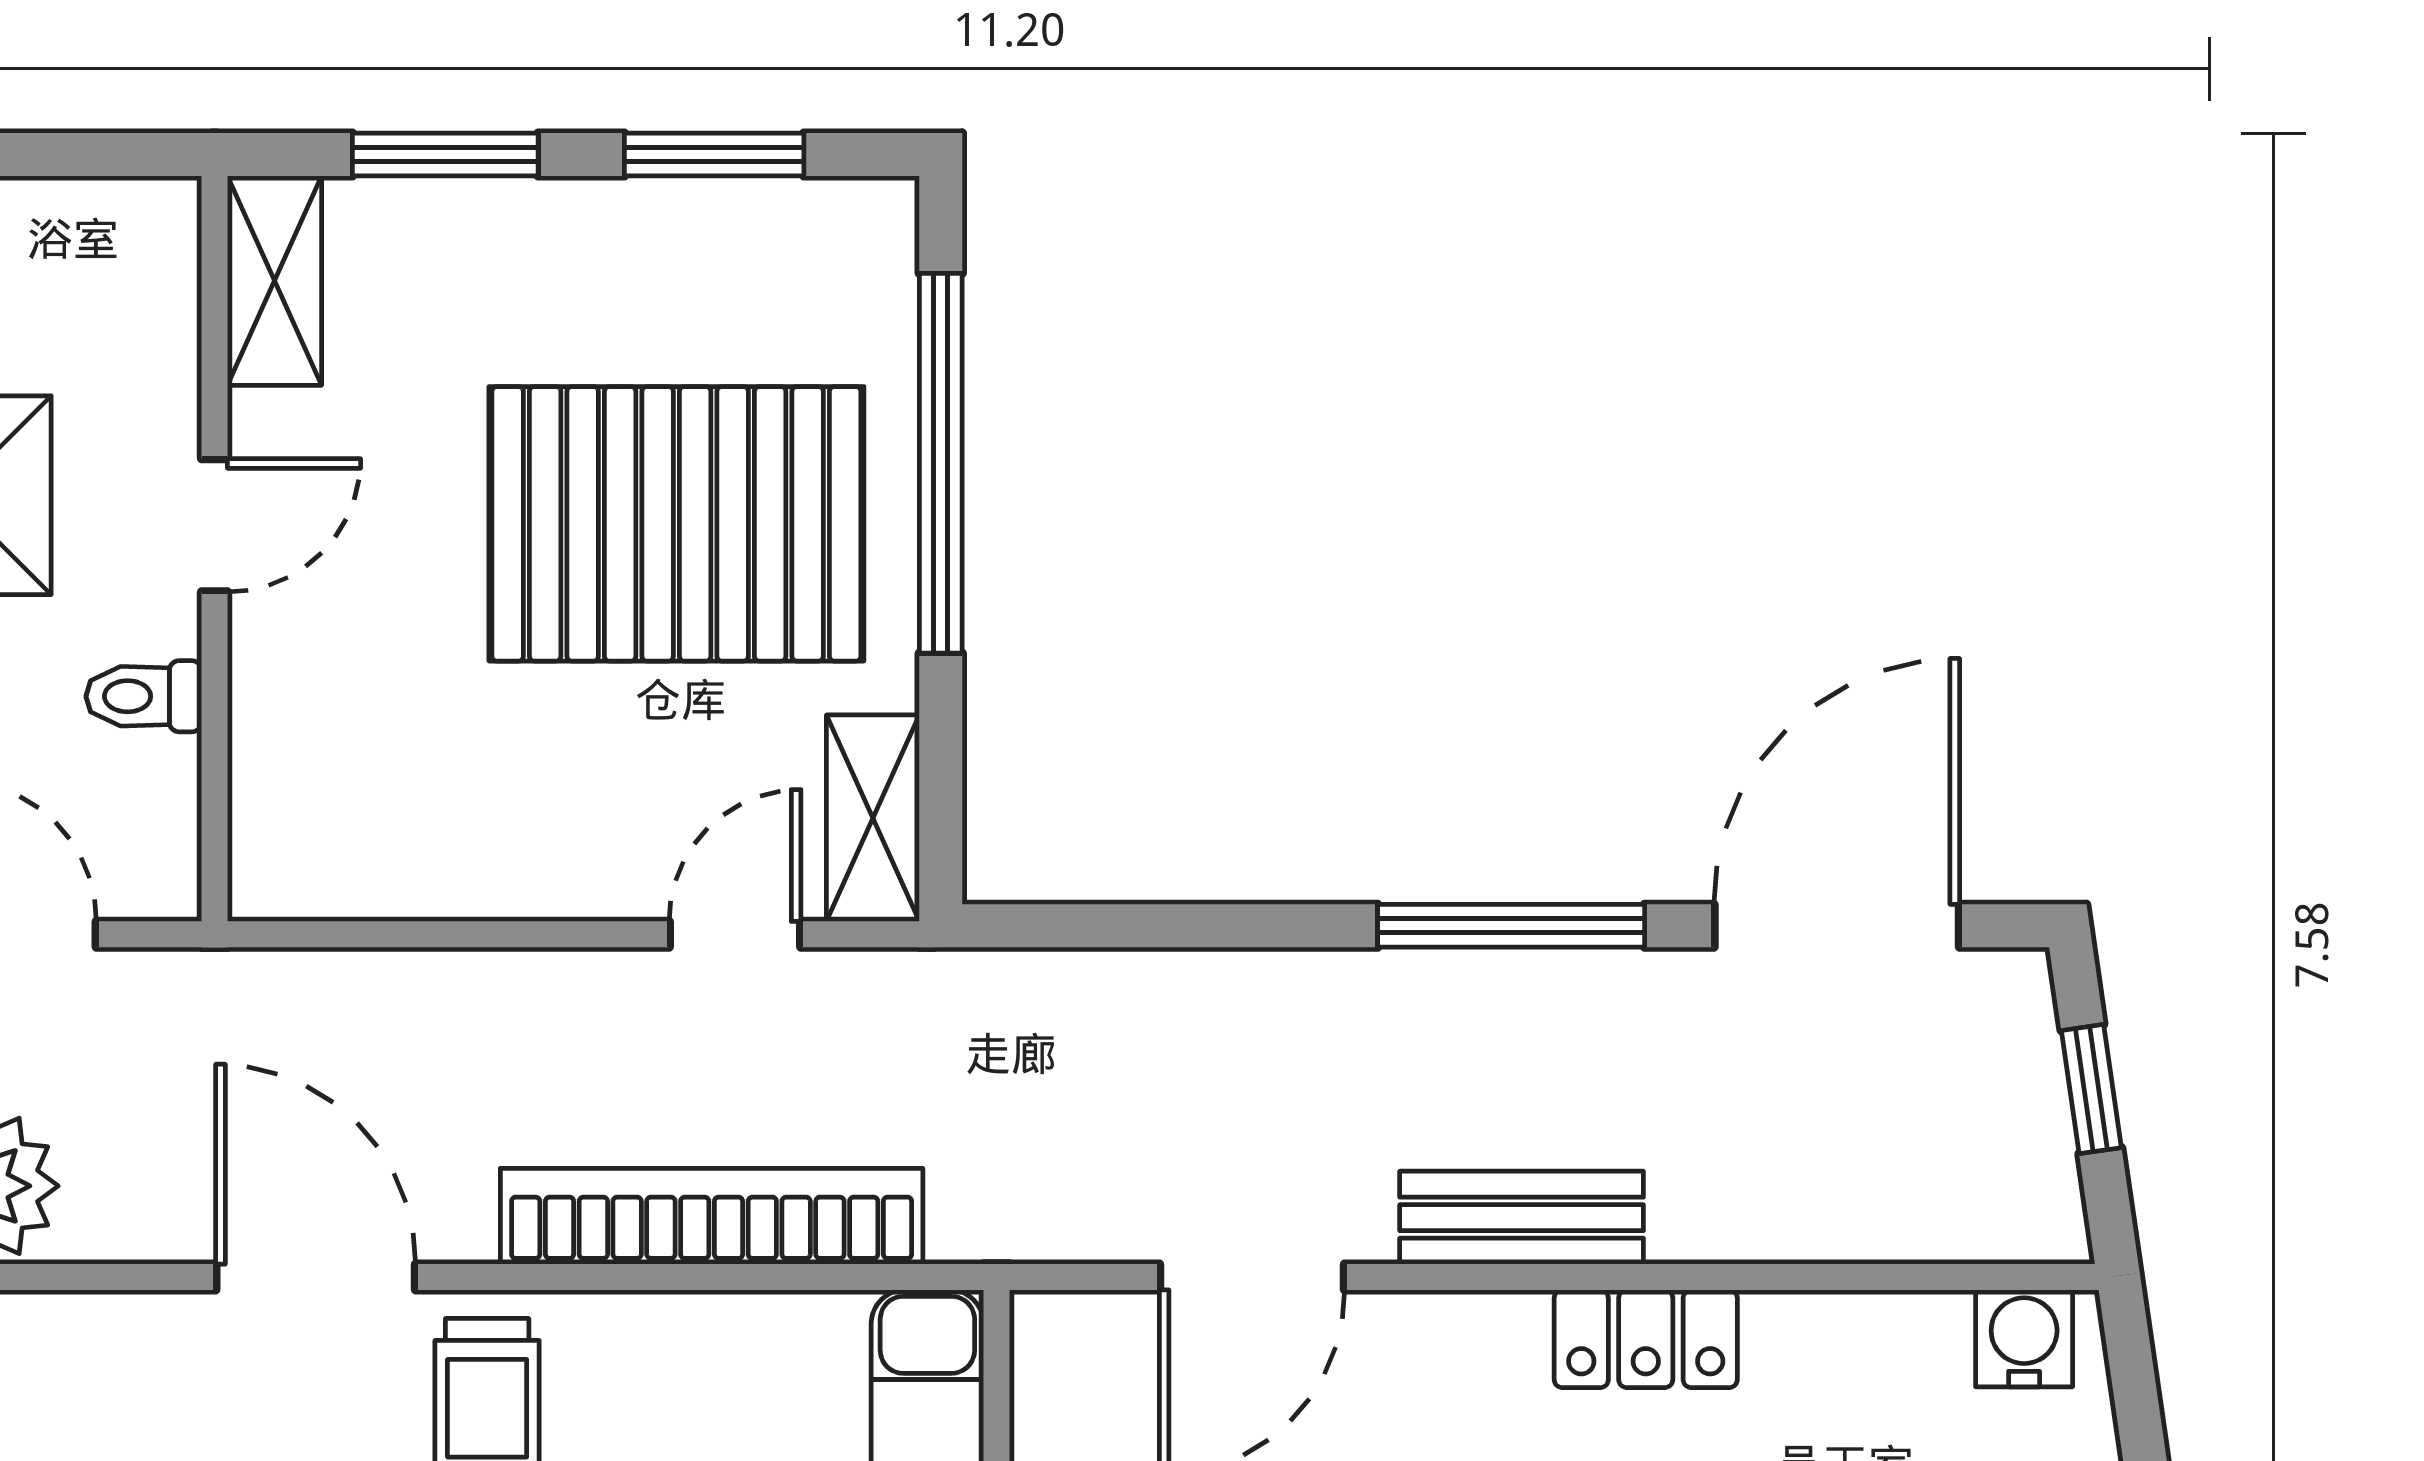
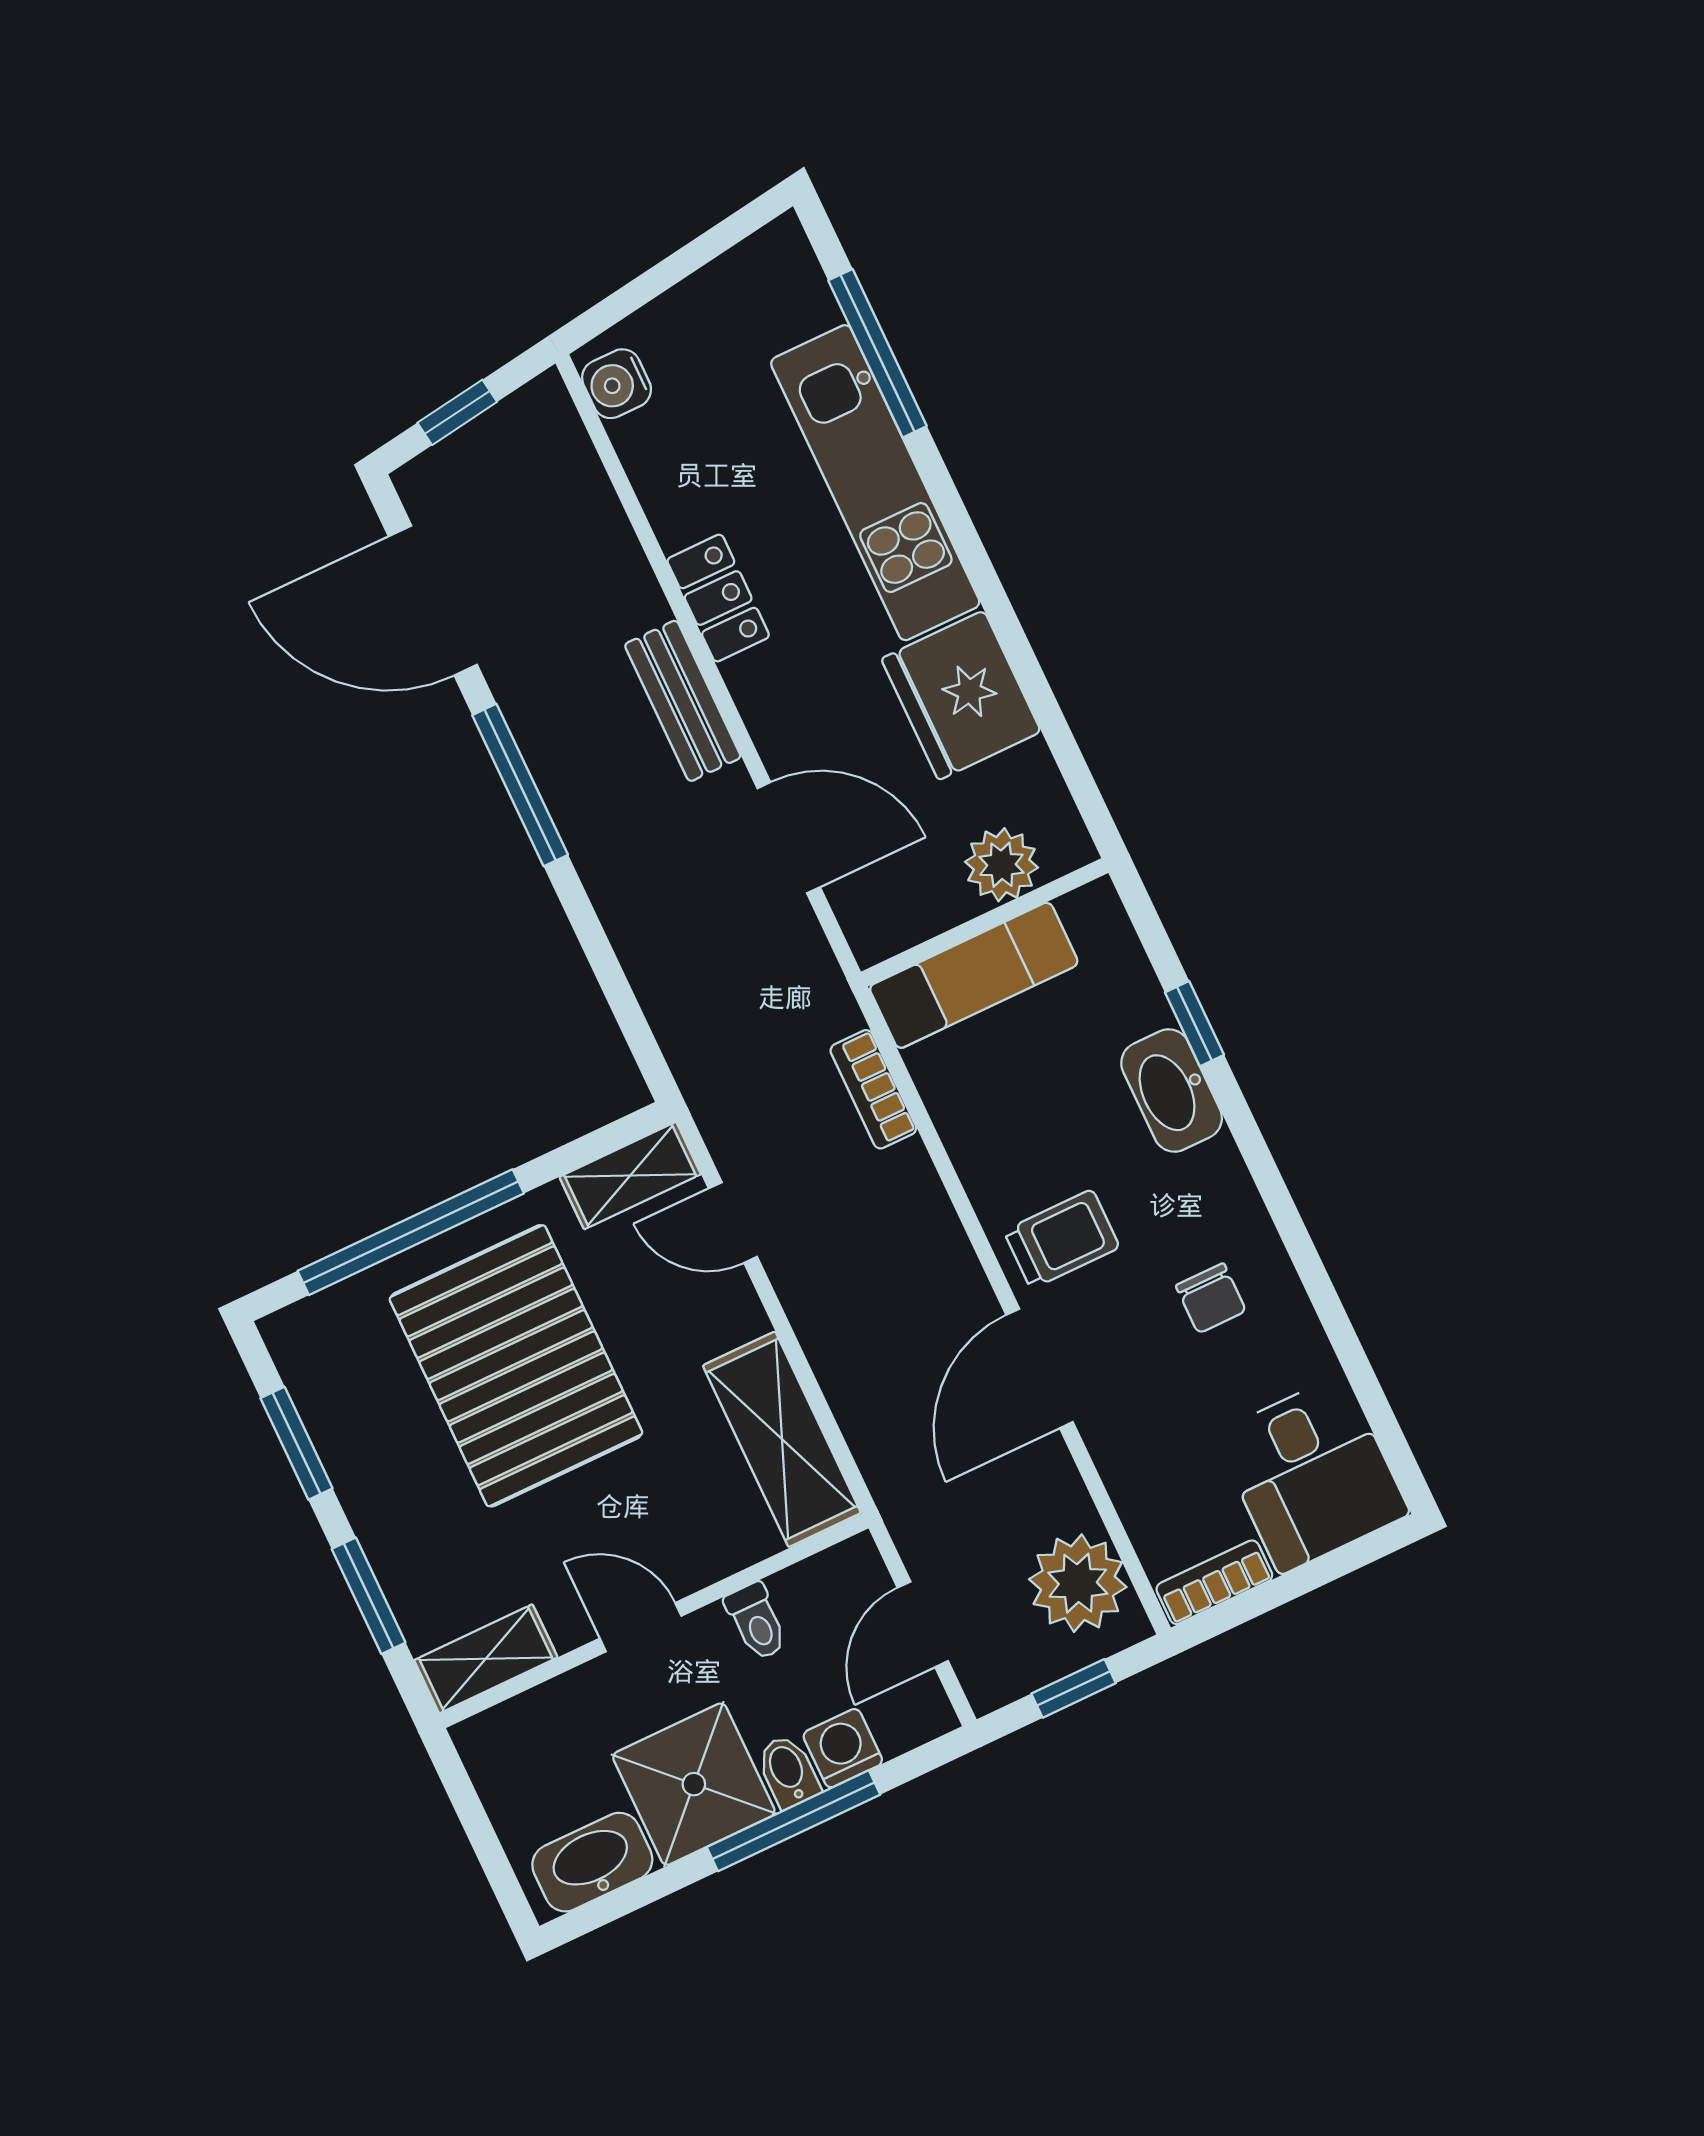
shelving: (389, 857) -> (782, 1439), added
bookcase: (712, 1216) -> (873, 1089), width x0.43, depth x0.76

